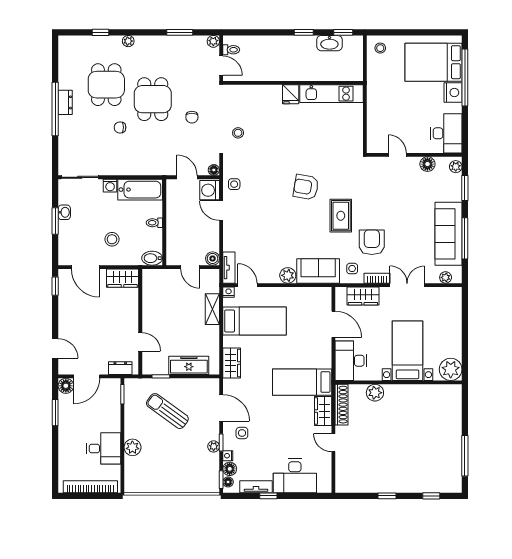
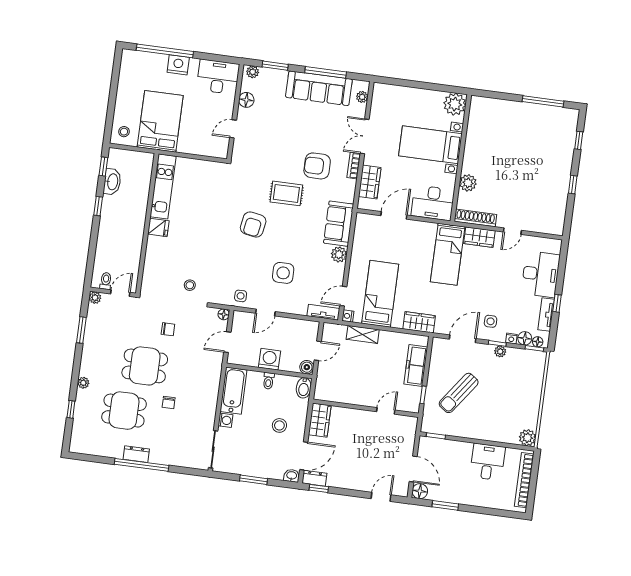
bed: (433, 62) -> (160, 121), moved, turned 180
washing machine: (210, 190) -> (269, 359), moved, turned 180
washbasin: (64, 212) -> (292, 476), moved
boiler: (213, 259) -> (307, 367), moved
side table: (352, 269) -> (283, 273), moved, width x1.87, depth x1.87
dresser: (120, 368) -> (314, 478), moved, turned 90
plant: (132, 447) -> (527, 438), moved

